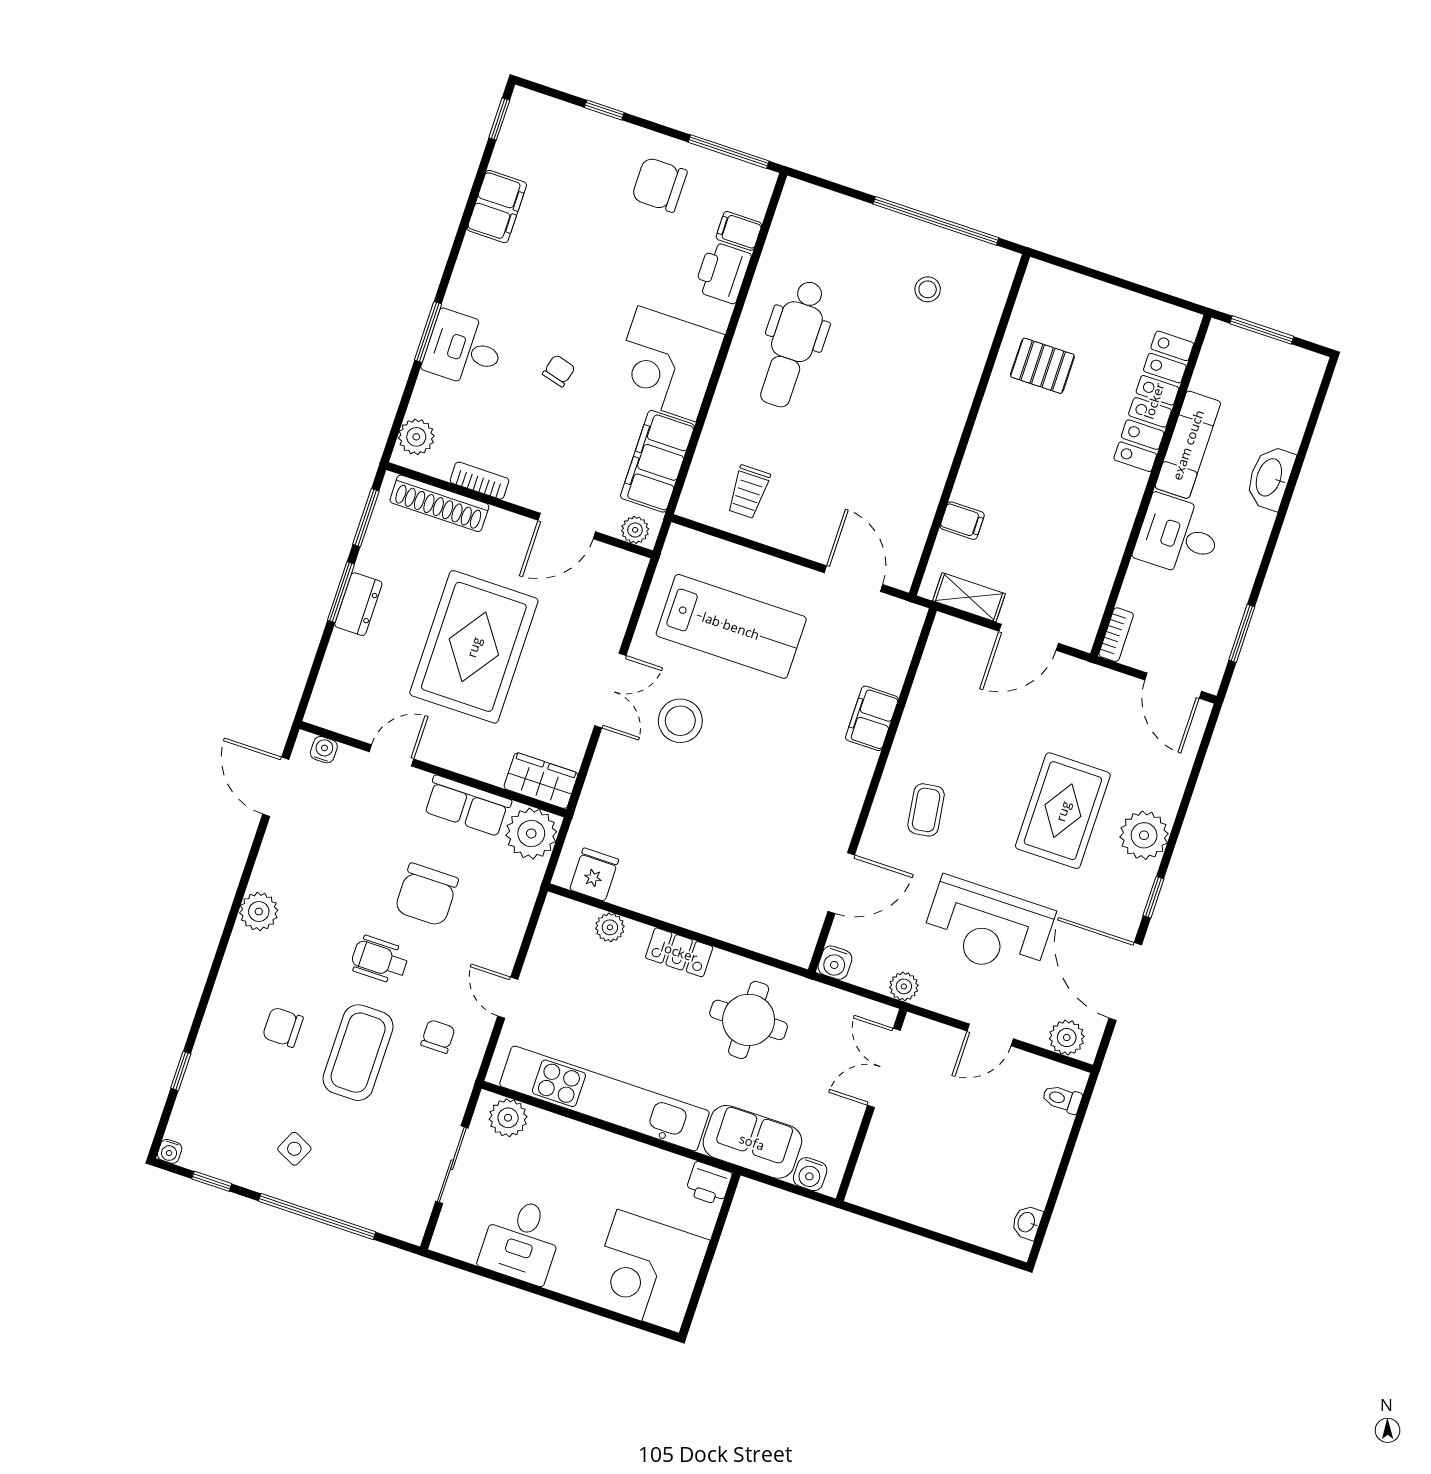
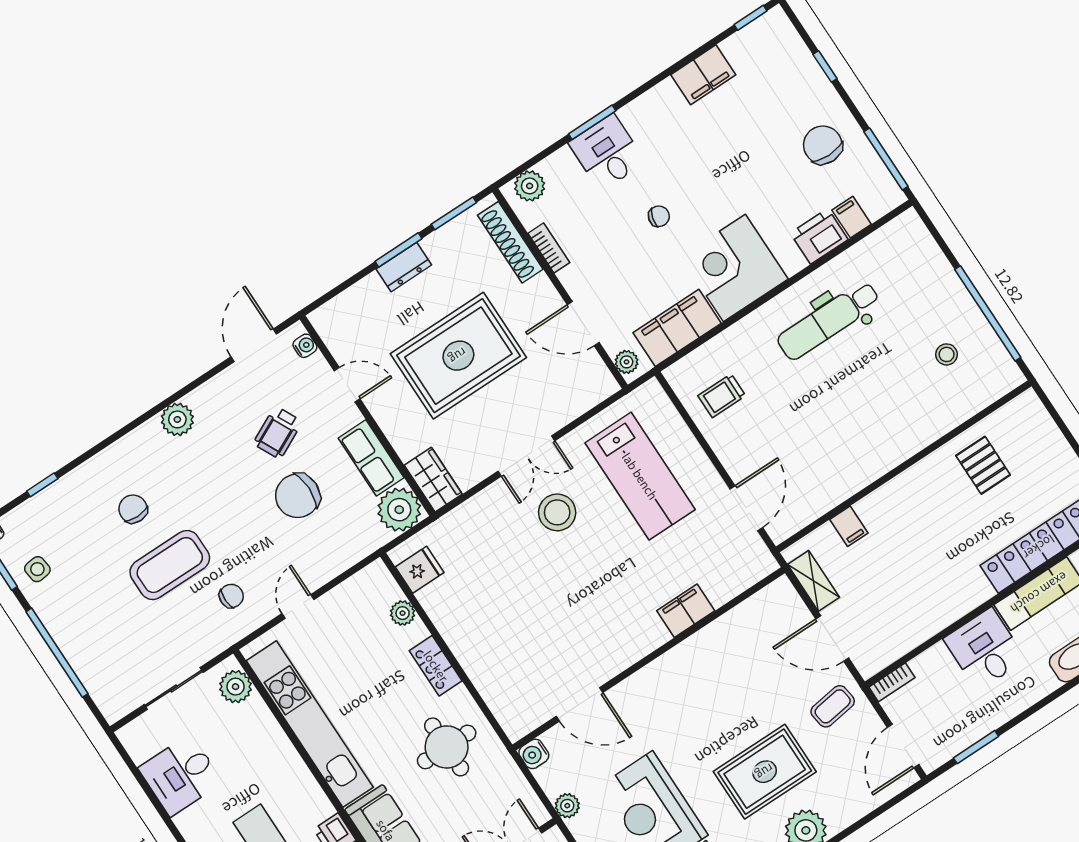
coffee table: (926, 810) -> (833, 706), moved
wheelchair: (380, 960) -> (278, 433), moved, turned -116
side table: (294, 1149) -> (37, 569), moved, turned -33

